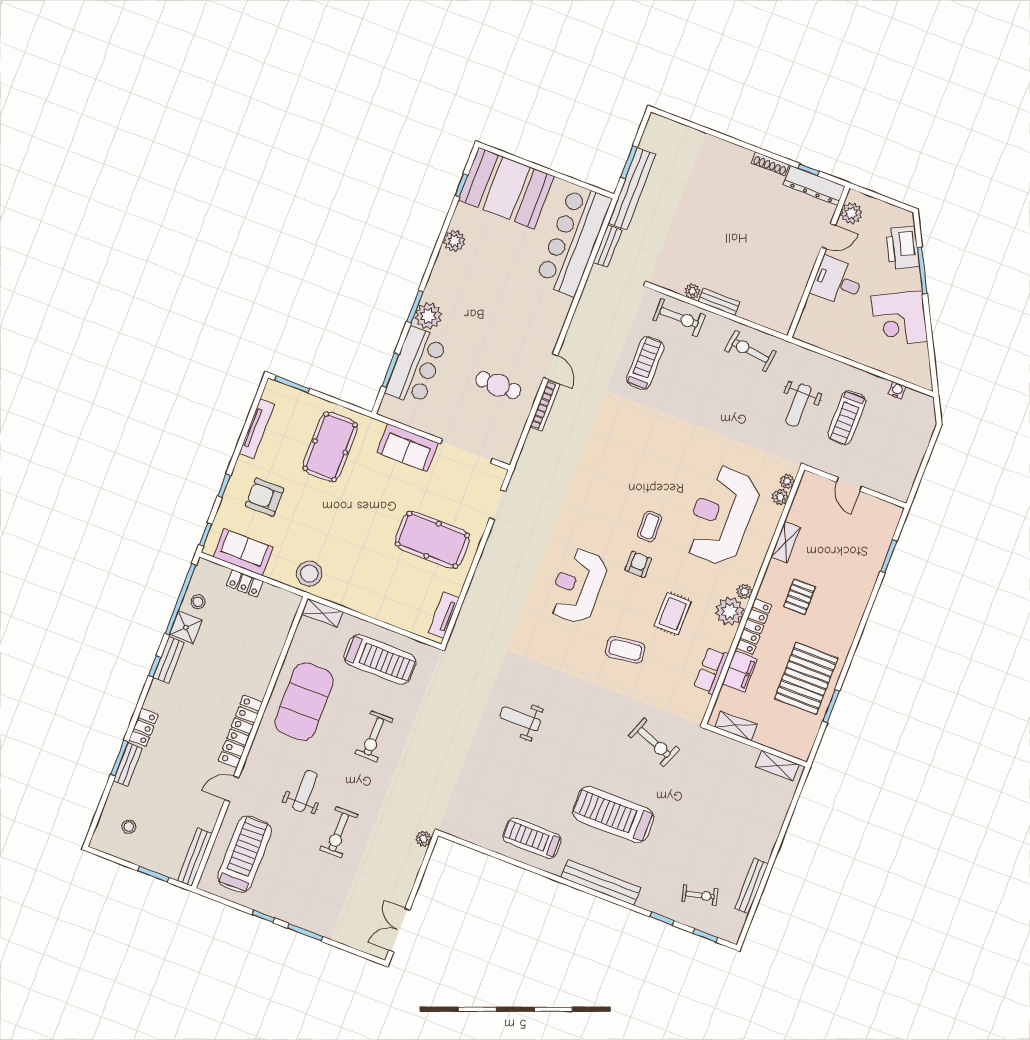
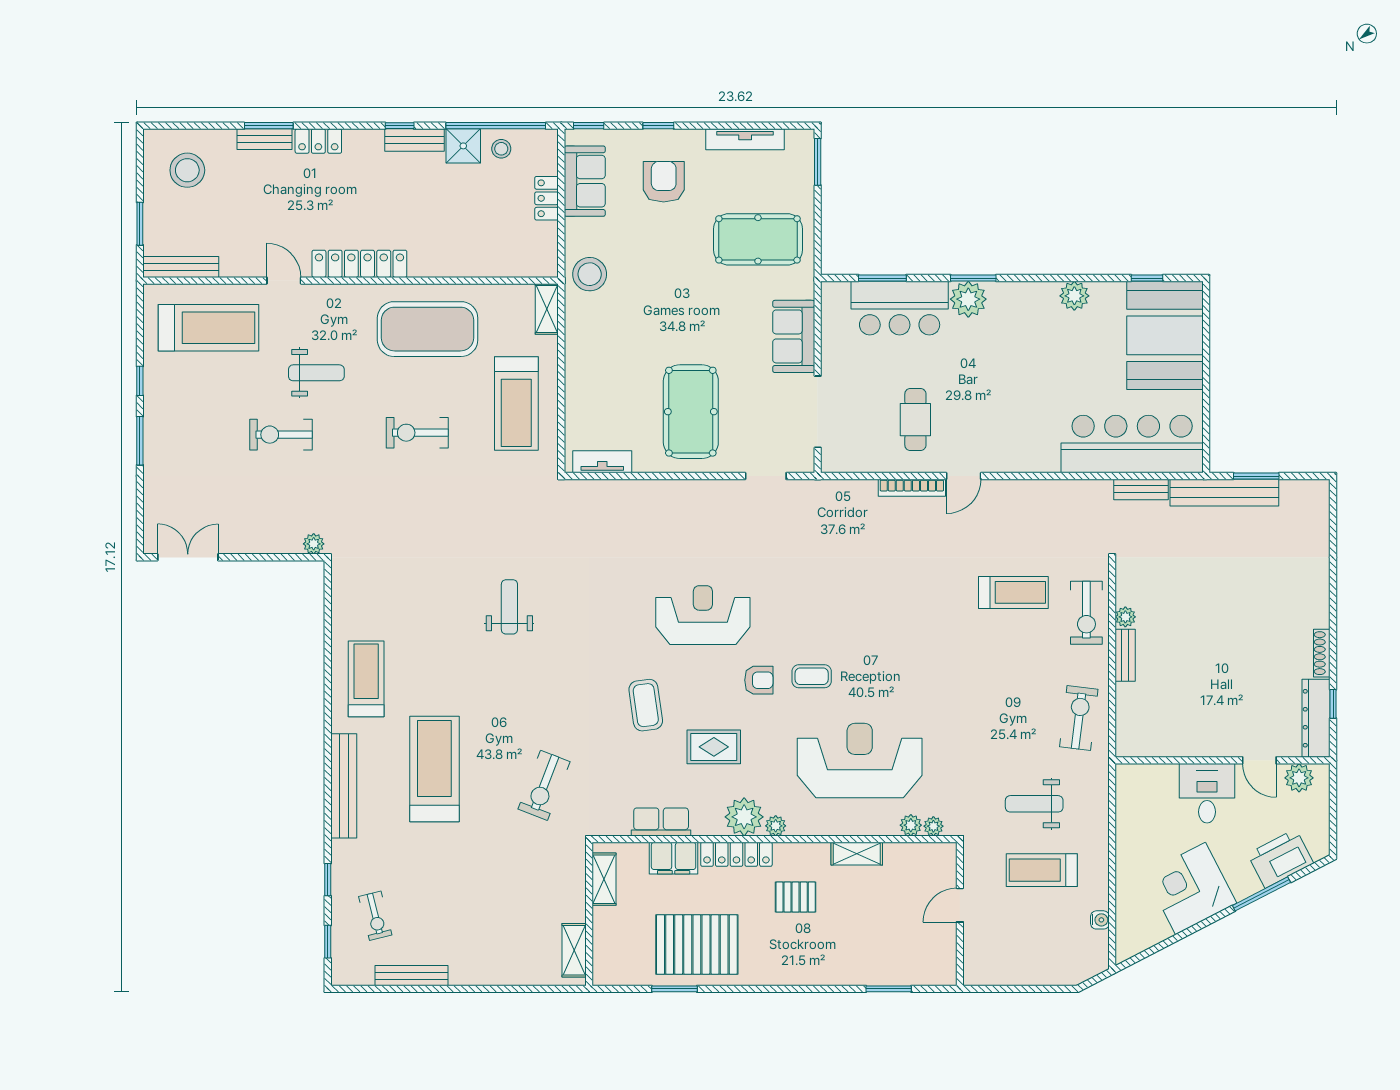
stool: (129, 827) -> (187, 170), width x1.89, depth x1.89

